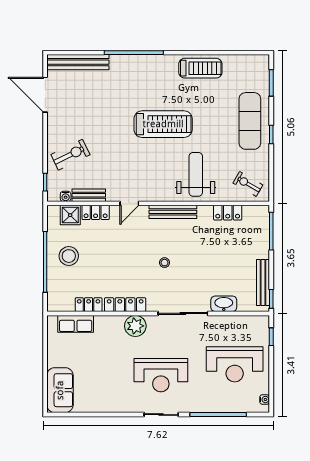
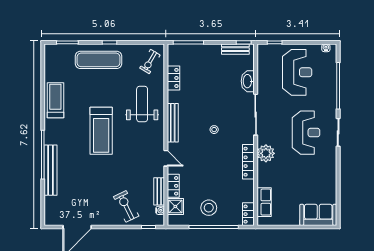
bench: (78, 62) -> (51, 170), moved
treadmill: (163, 124) -> (101, 131), turned 180
weight bench: (196, 174) -> (142, 104), turned 90
bench: (263, 282) -> (235, 49), width x0.73
locker: (89, 305) -> (248, 214), moved

